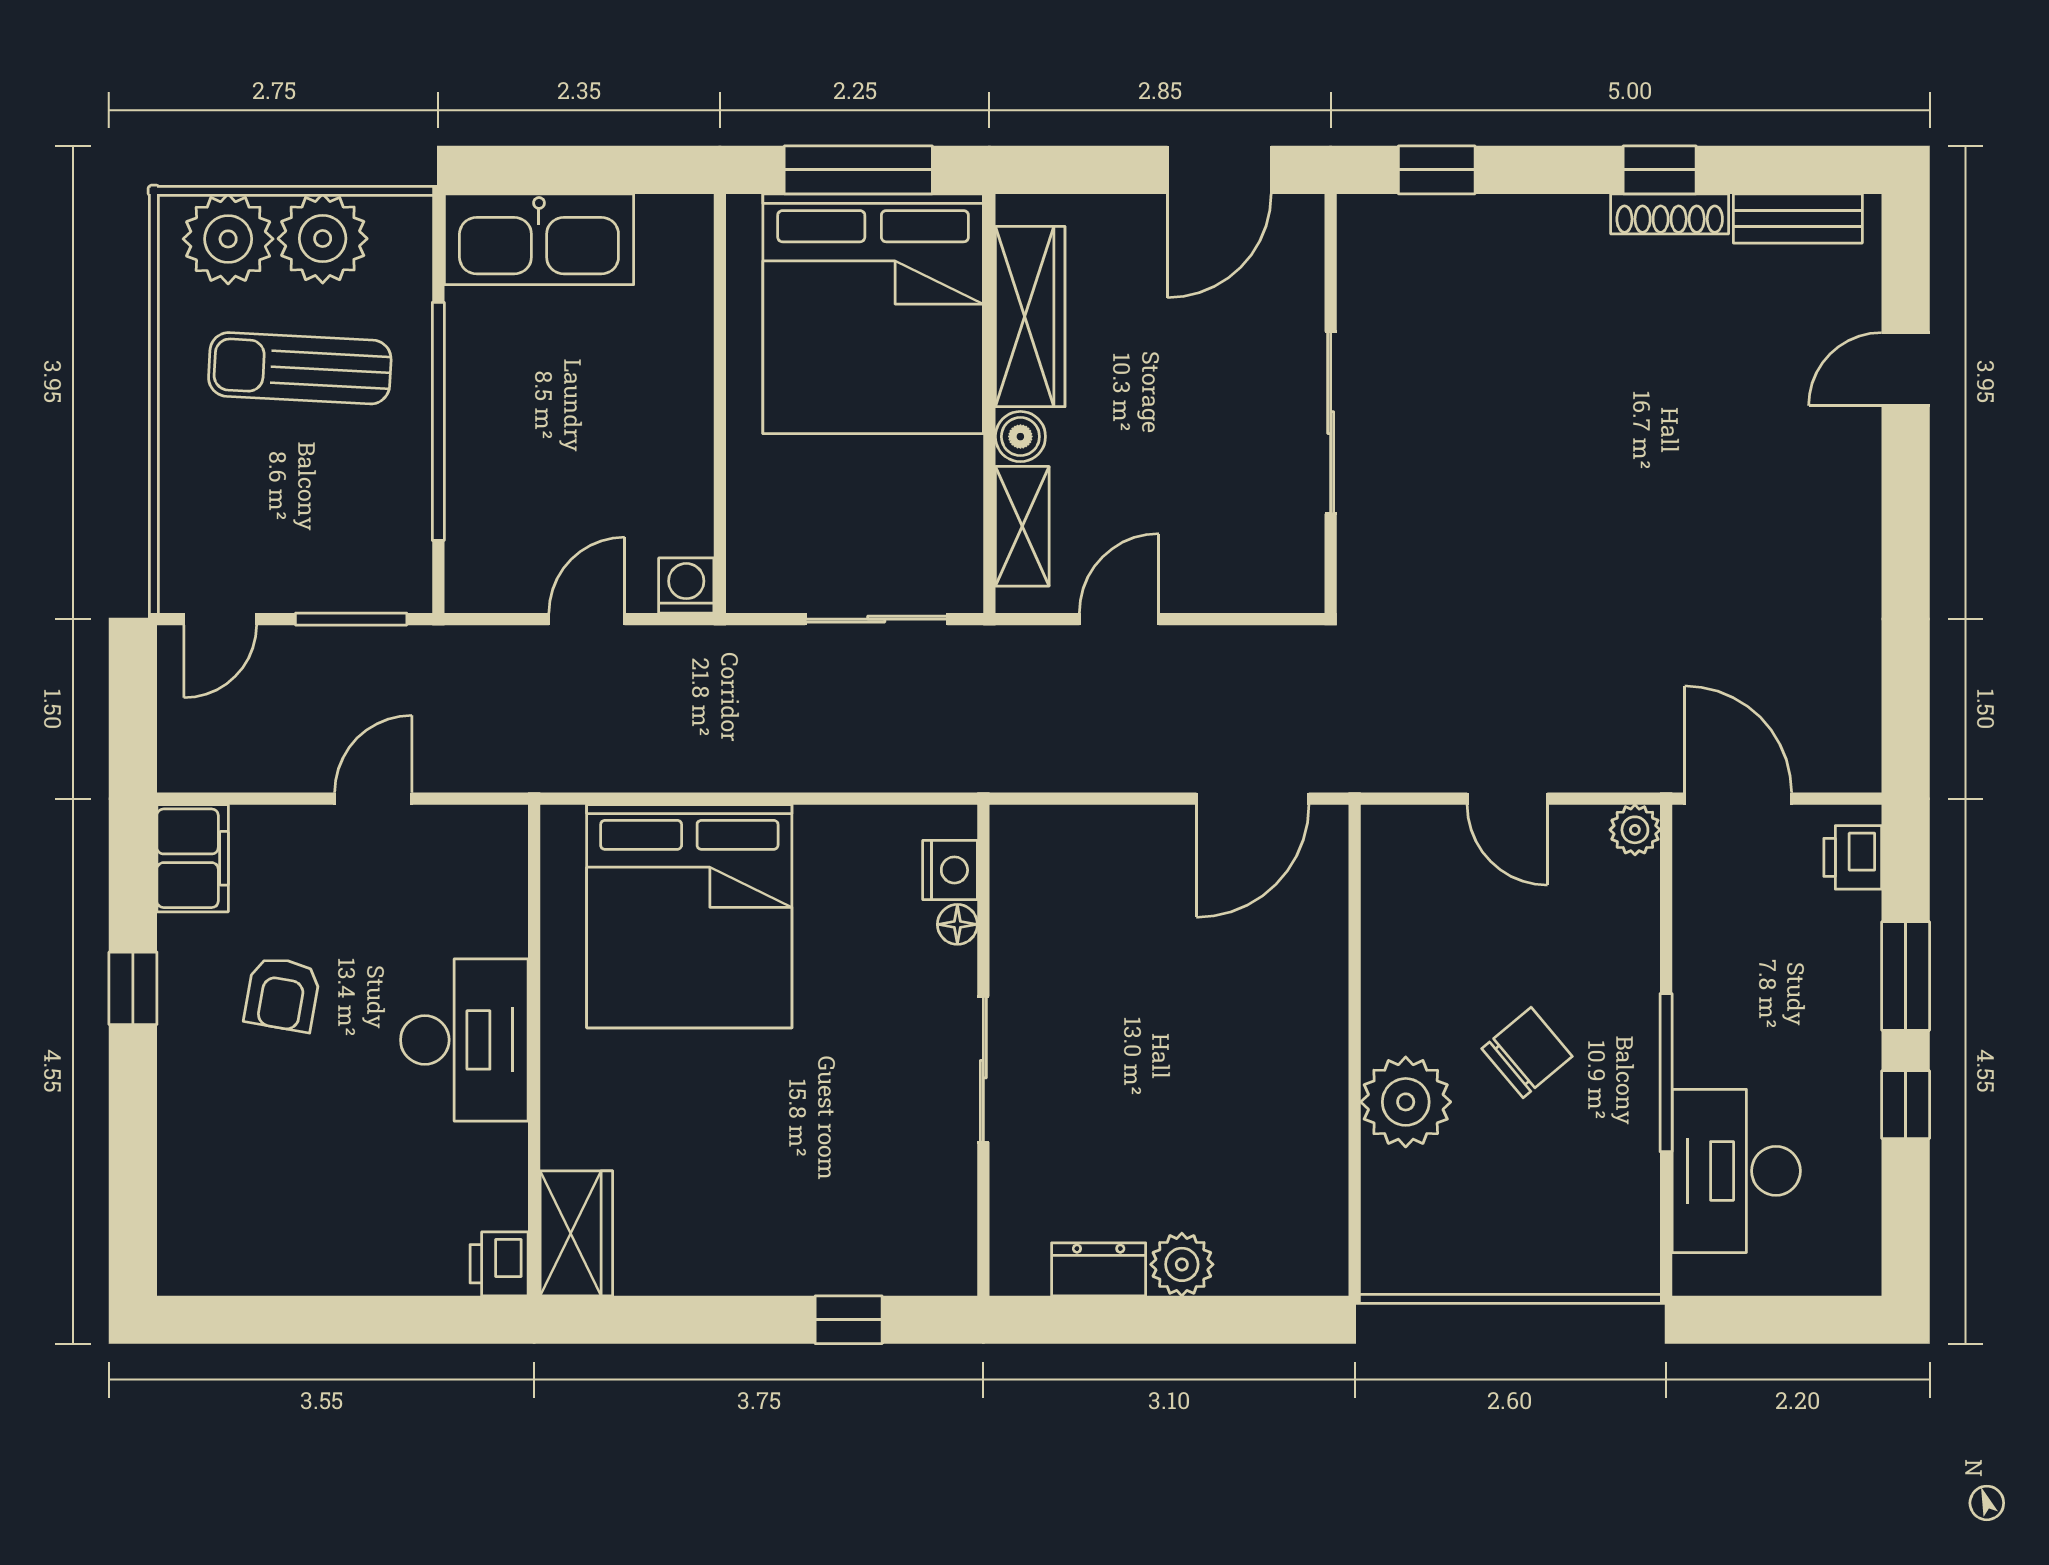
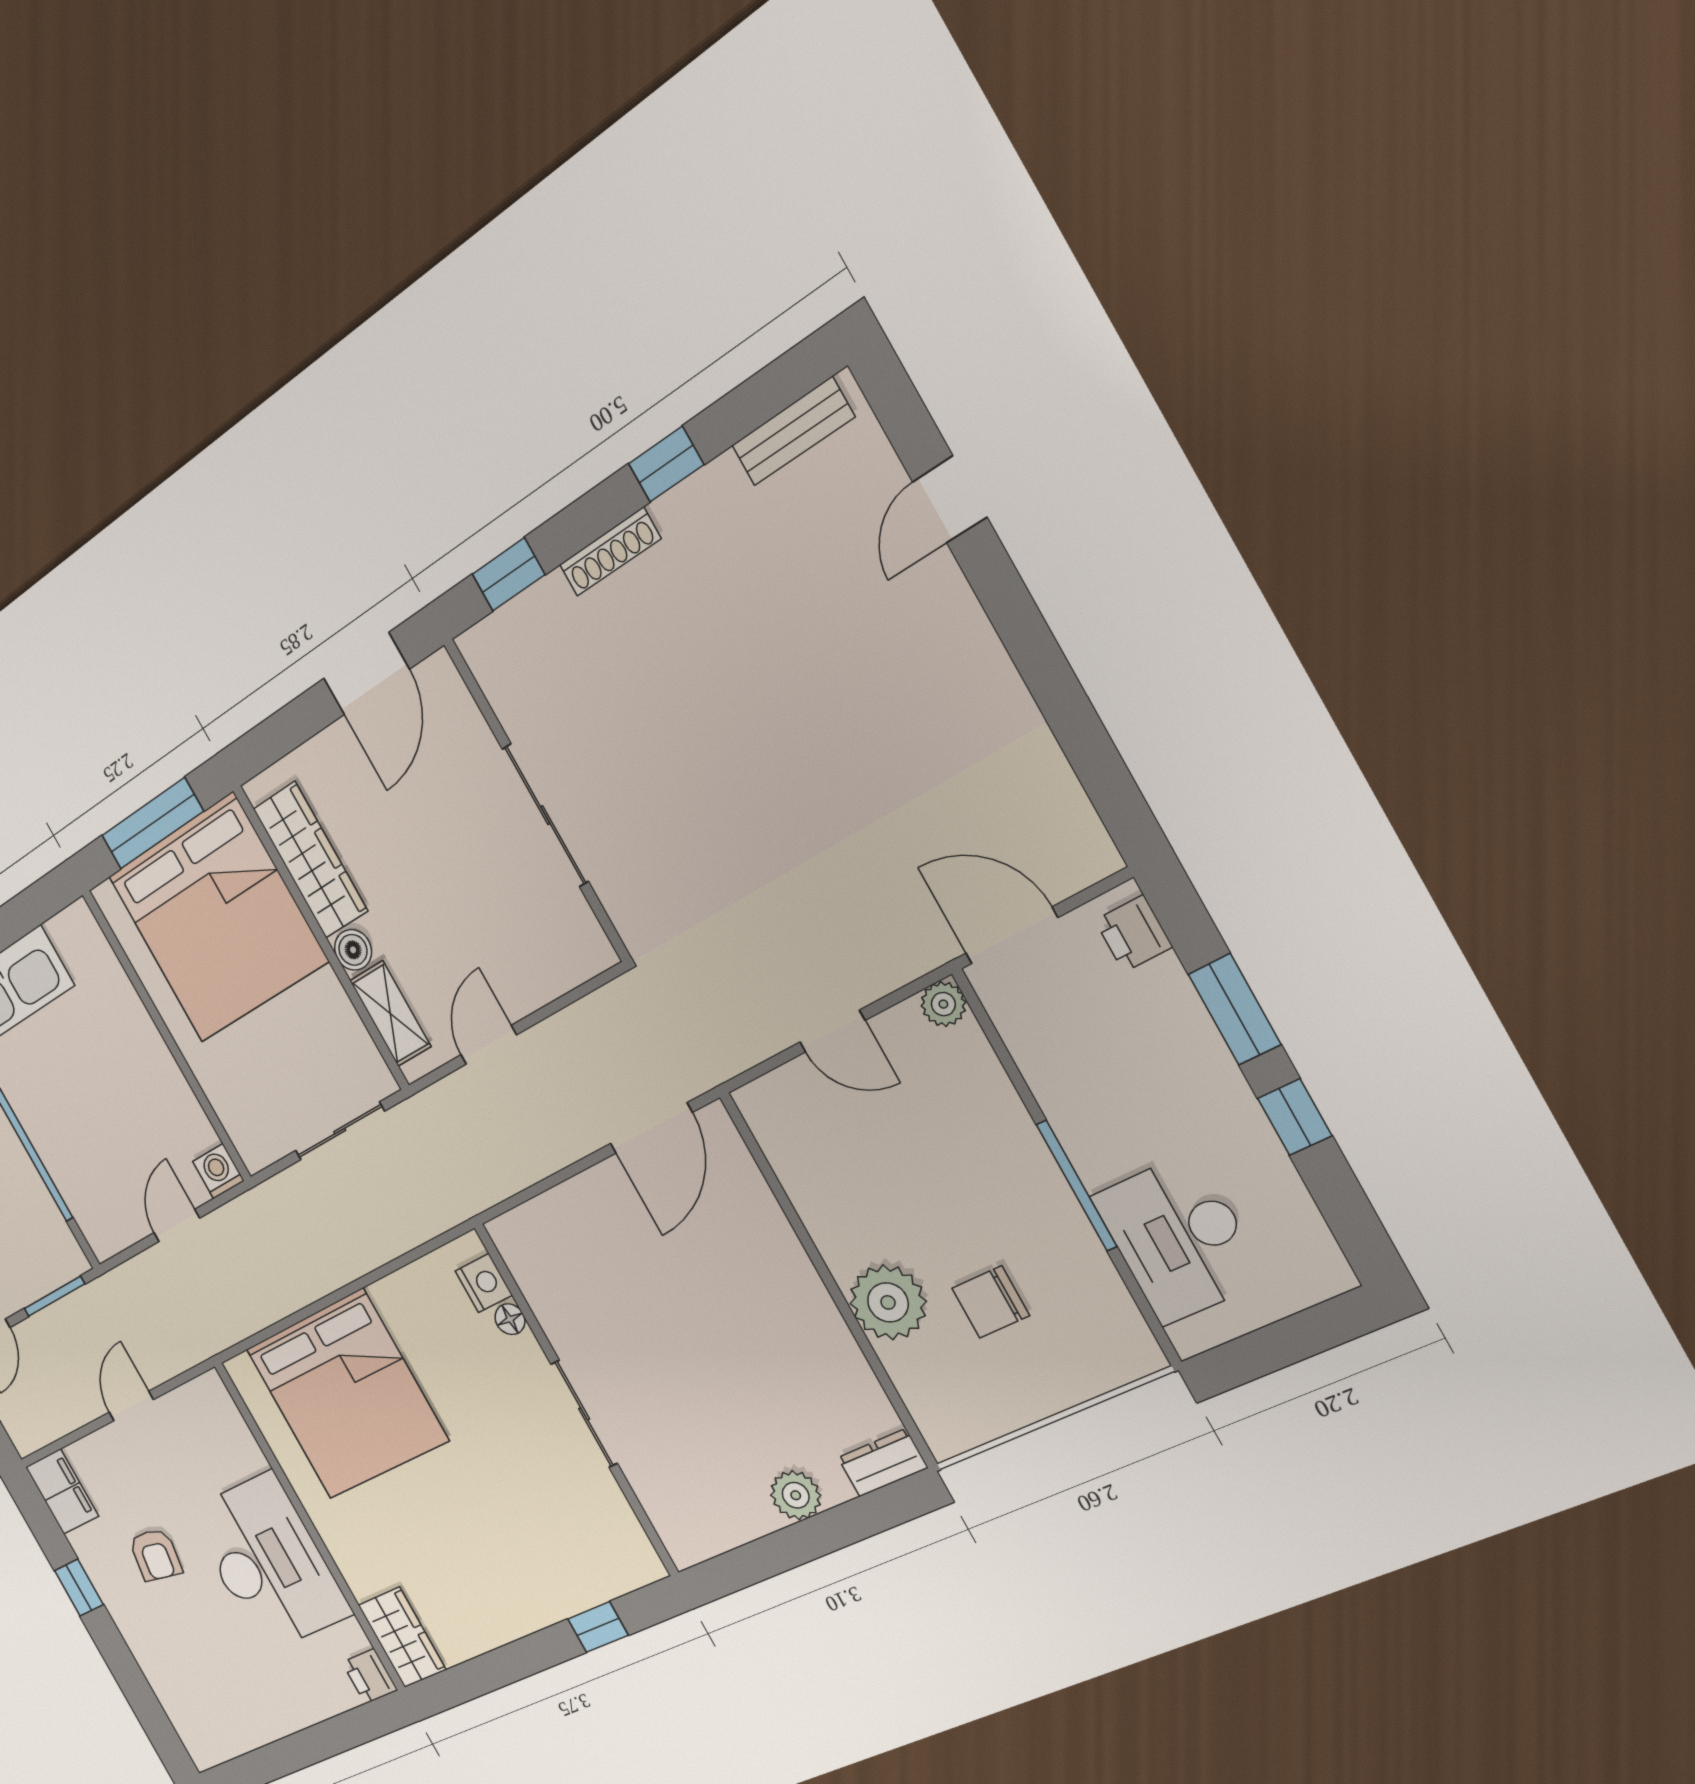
shoe rack: (1670, 214) -> (610, 552), moved
desk: (464, 1040) -> (268, 1563), width x1.36, depth x1.30
chair: (1527, 1052) -> (991, 1302), moved, turned -140
dresser: (1099, 1269) -> (883, 1463), moved

